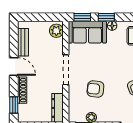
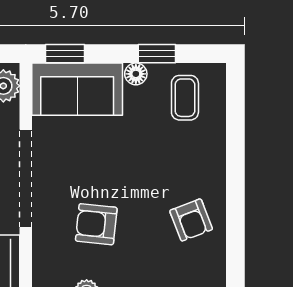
window: (106, 17) -> (157, 54), moved
doorway: (66, 70) -> (26, 178), width x1.36

